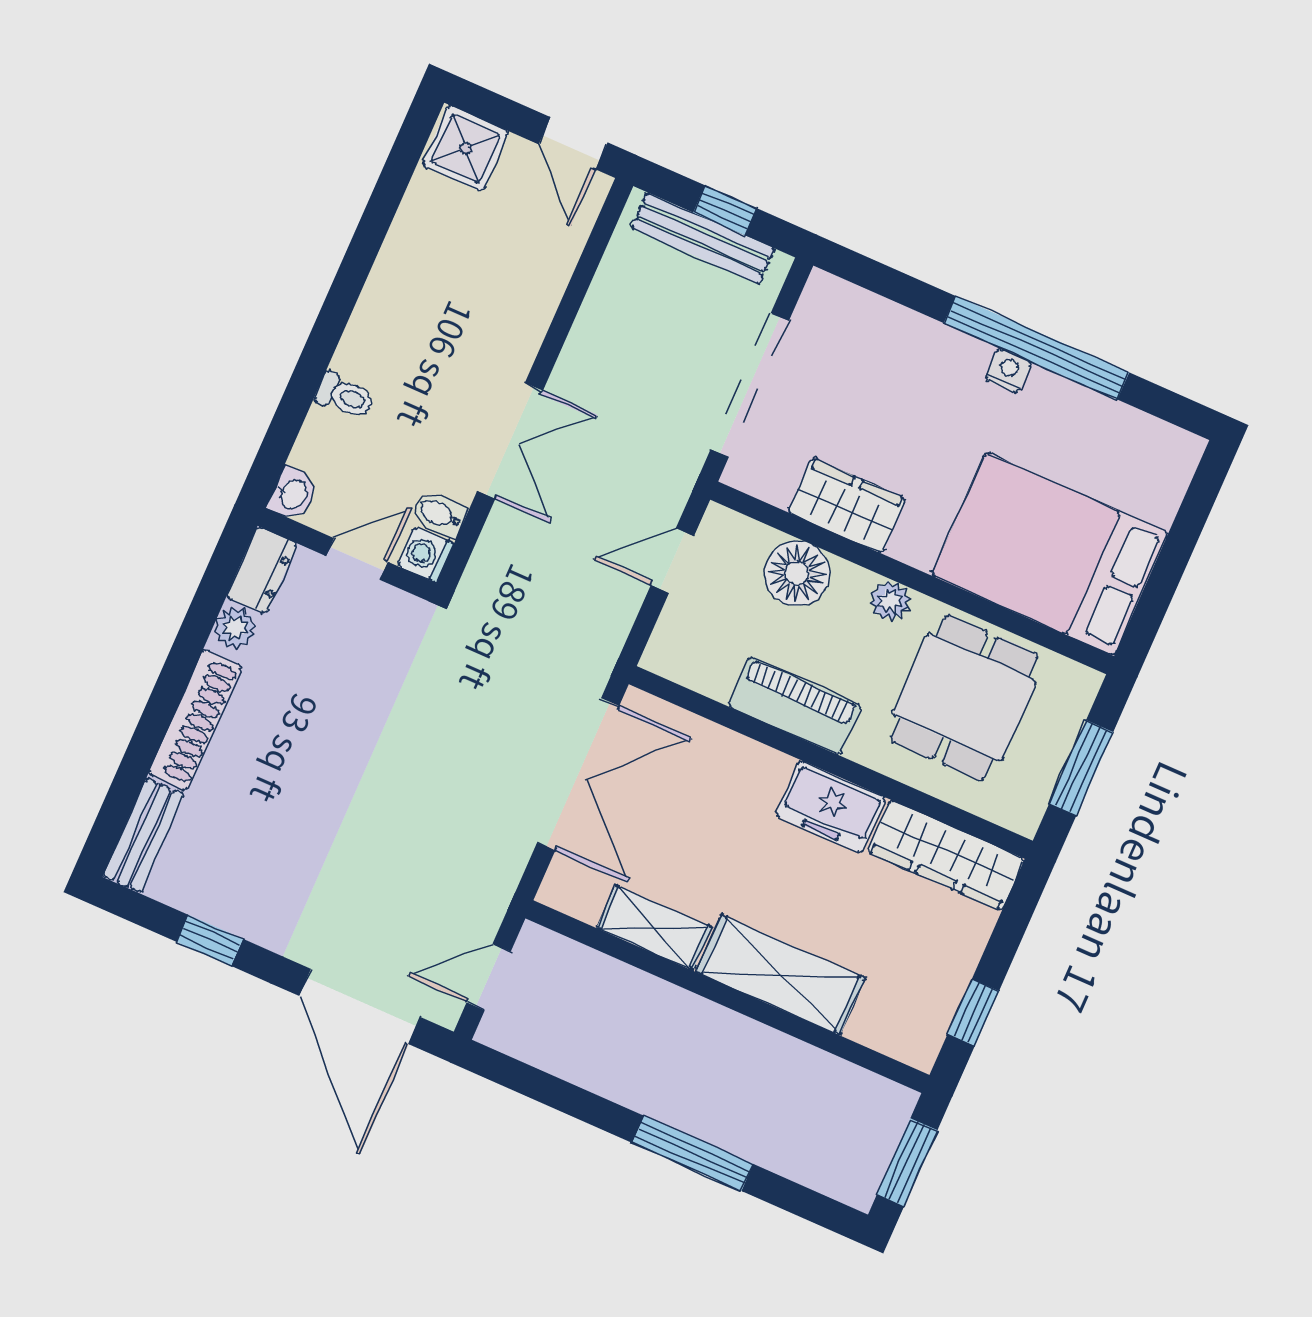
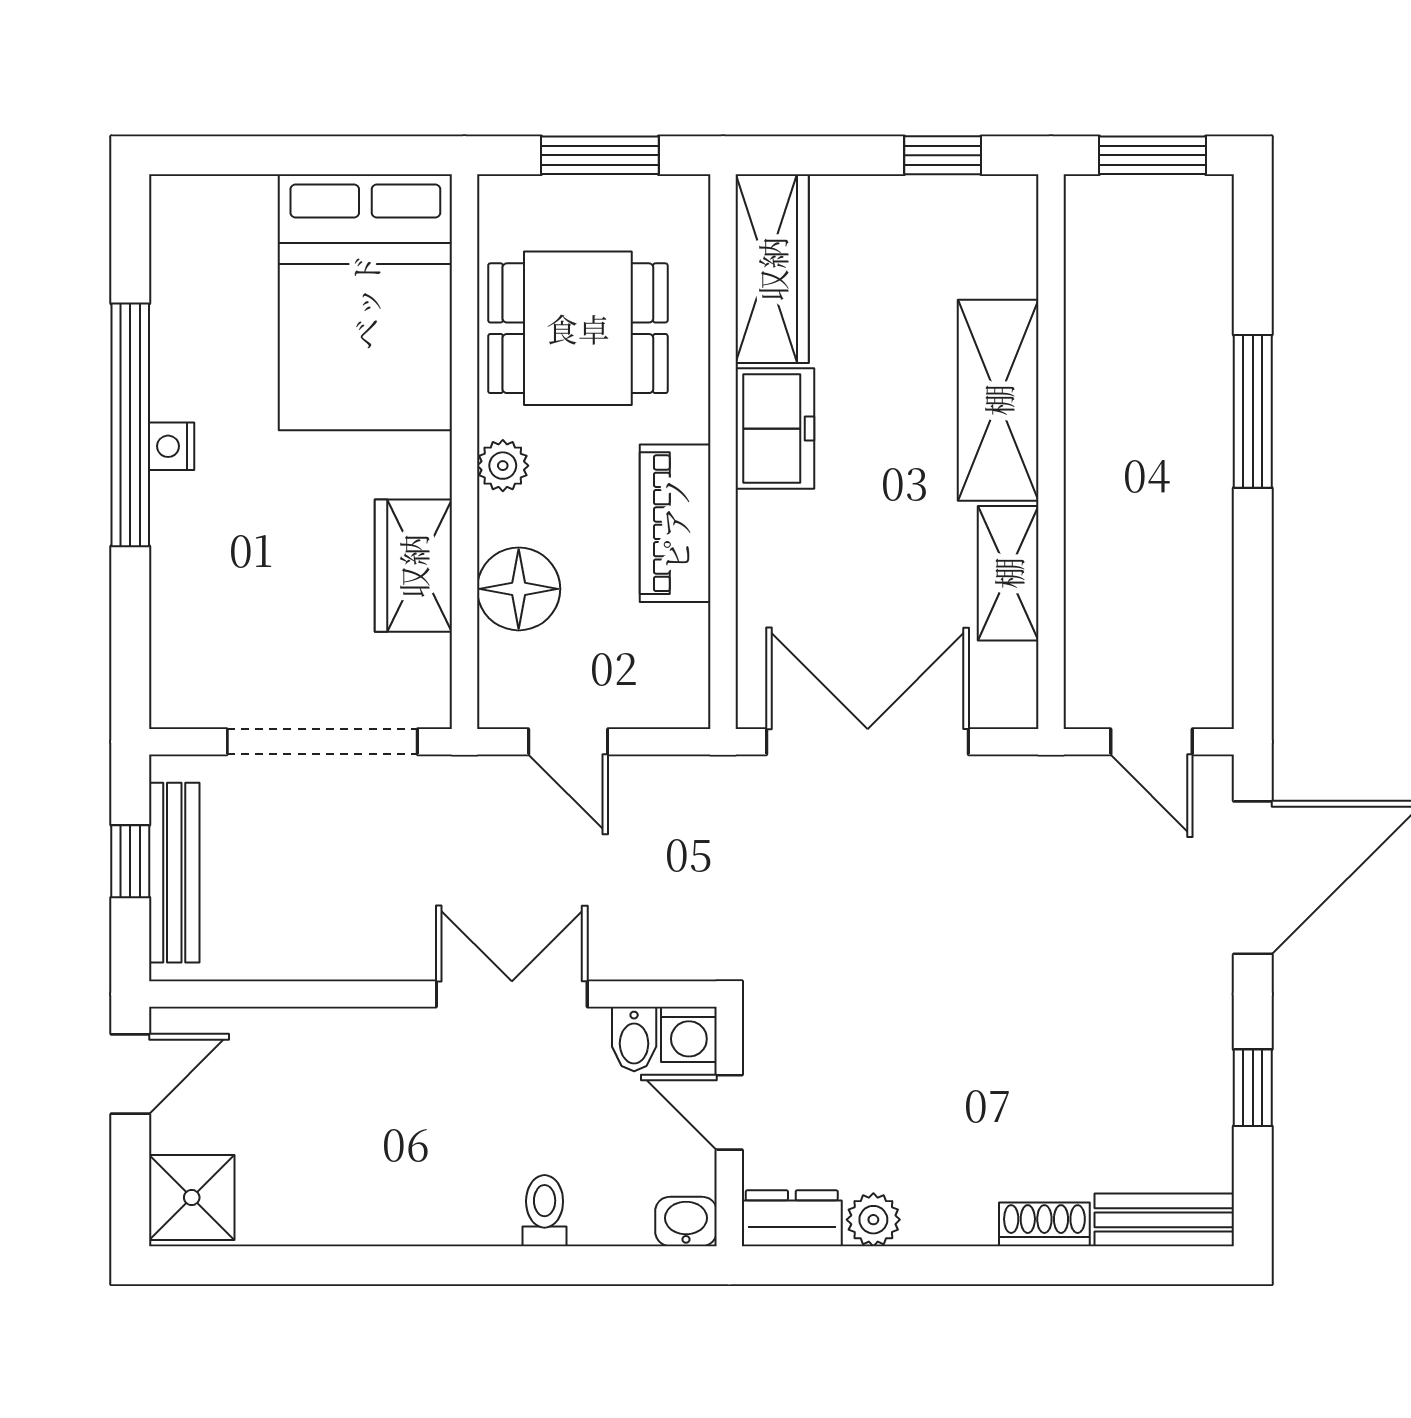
shoe rack: (195, 720) -> (1044, 1224), width x0.51, depth x0.81

